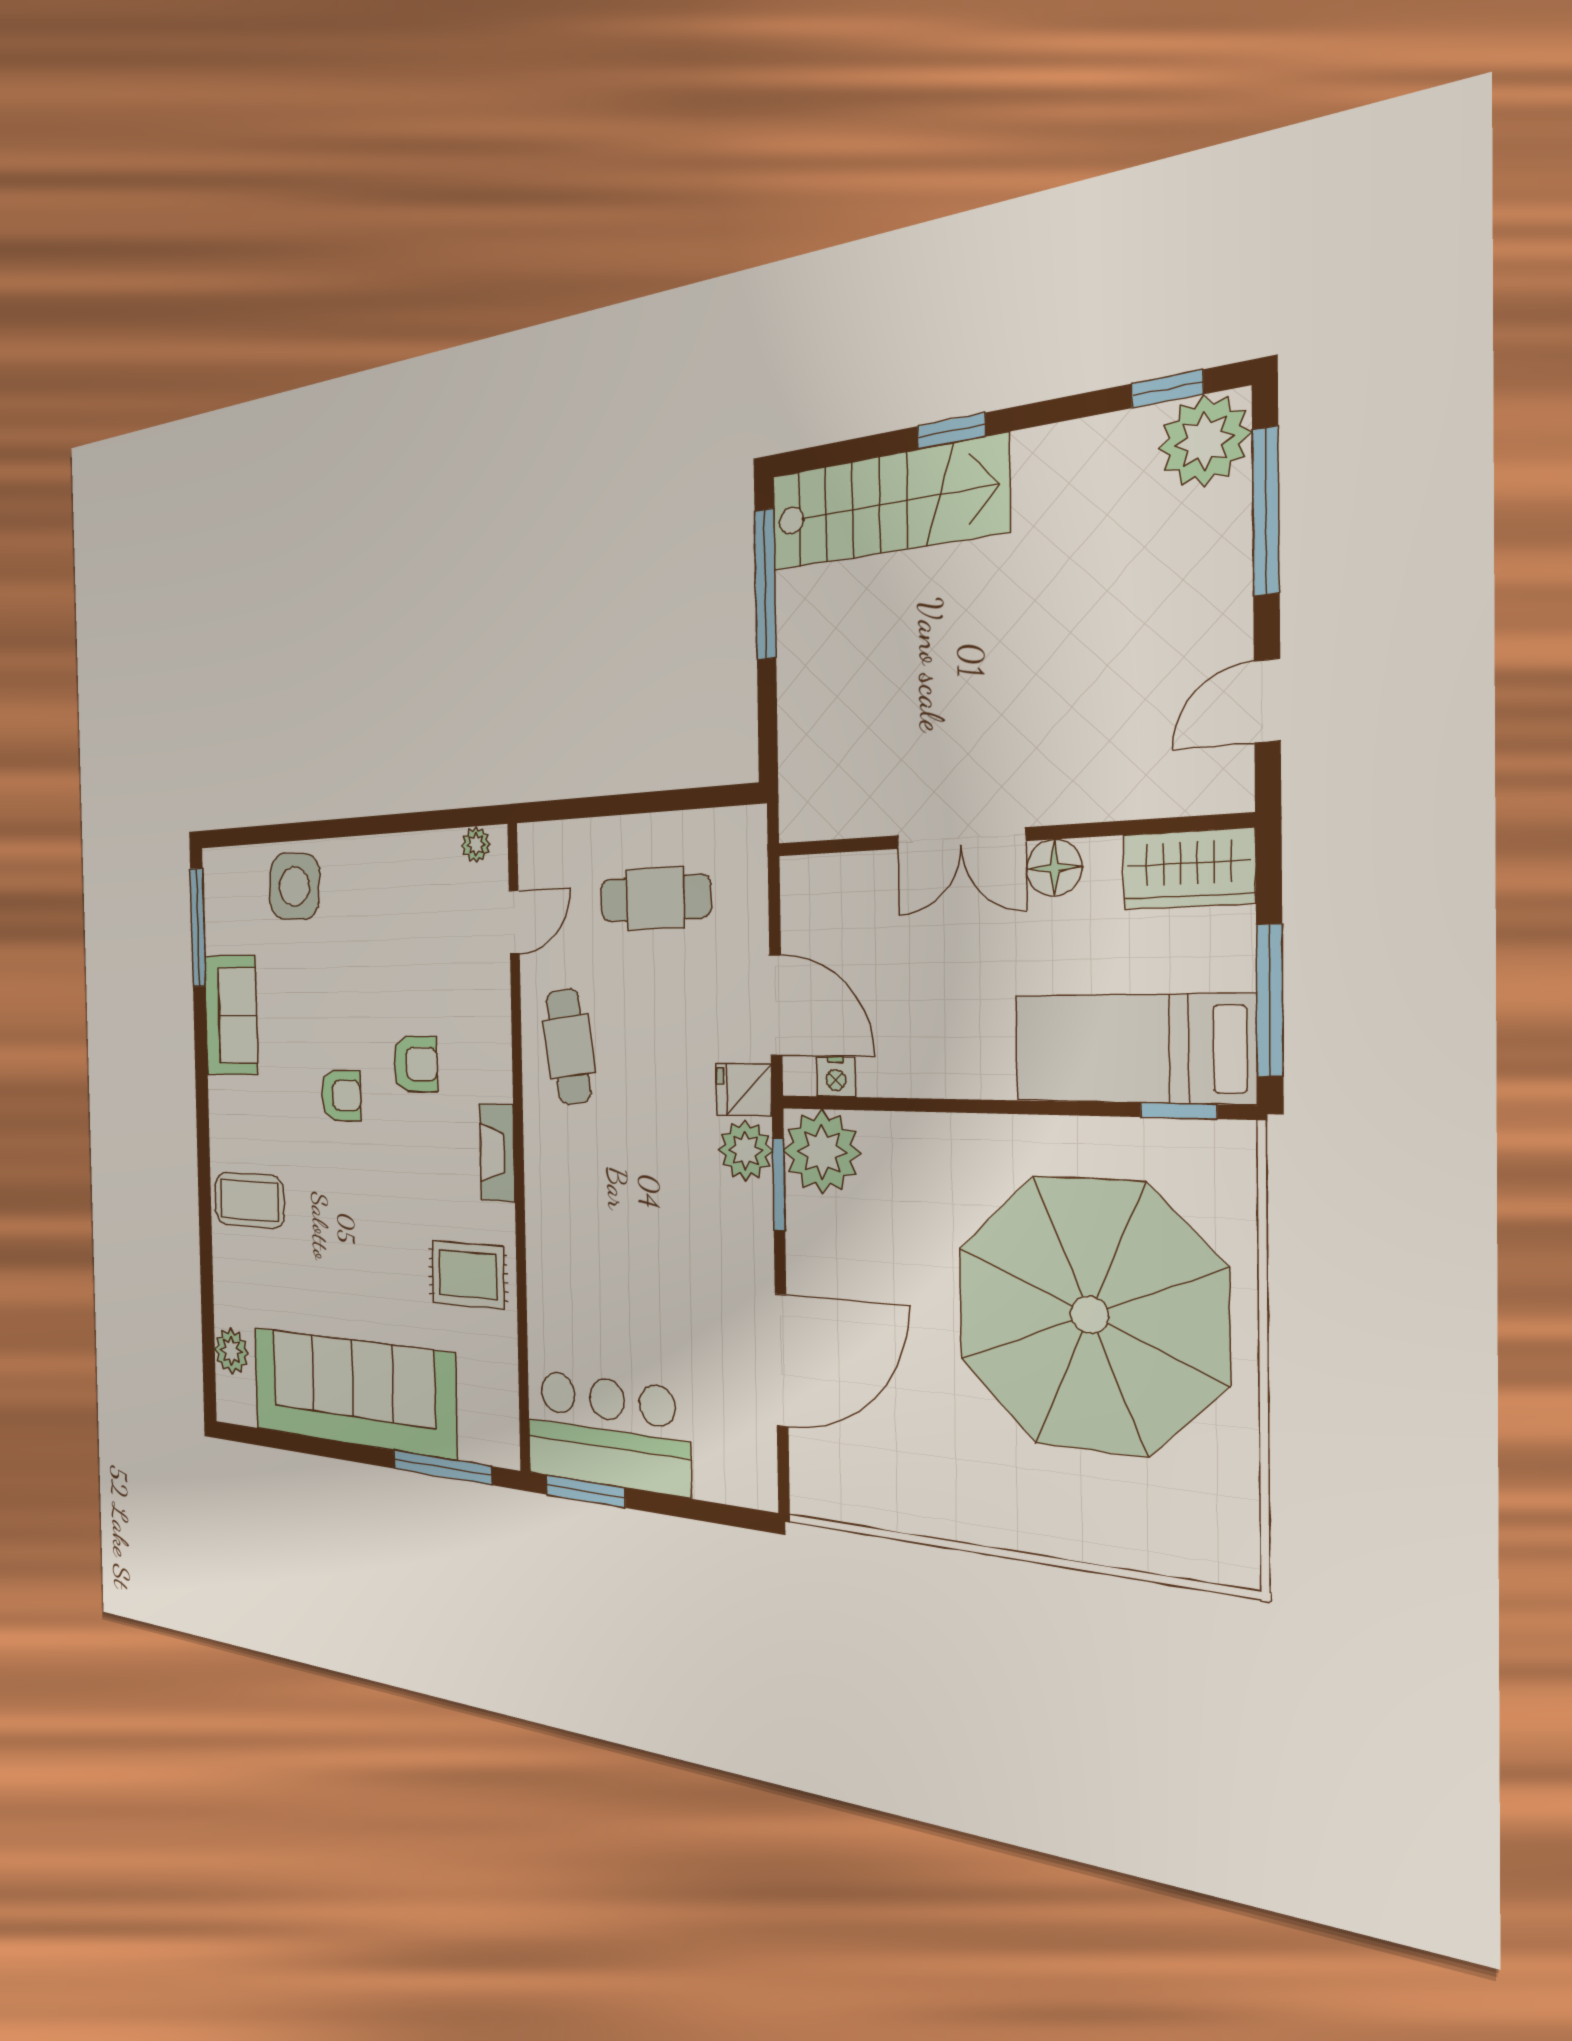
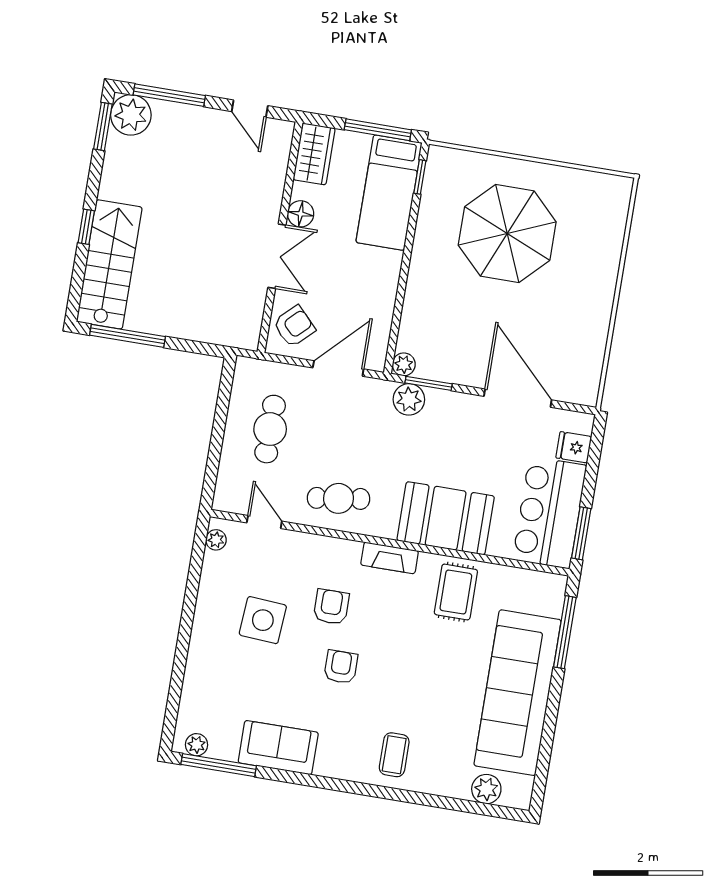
window: (1167, 389) -> (103, 126), width x1.50
plant: (216, 886) -> (197, 745), added
side table: (294, 886) -> (263, 620), moved
armchair: (836, 904) -> (294, 326), added
nightstand: (836, 1077) -> (379, 342), removed
fridge: (744, 1090) -> (574, 447), moved, turned 90
plant: (822, 1152) -> (404, 364), width x0.53, depth x0.53
coffee table: (249, 1200) -> (394, 755), width x0.73, depth x0.77
booth: (570, 1244) -> (446, 518), added
parasol: (1090, 1315) -> (507, 234), width x0.73, depth x0.73

